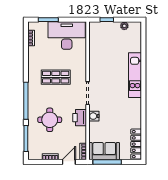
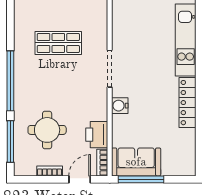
printer: (80, 118) -> (97, 135), moved
round table: (50, 120) -> (47, 130), moved
locker: (136, 144) -> (187, 103), moved

